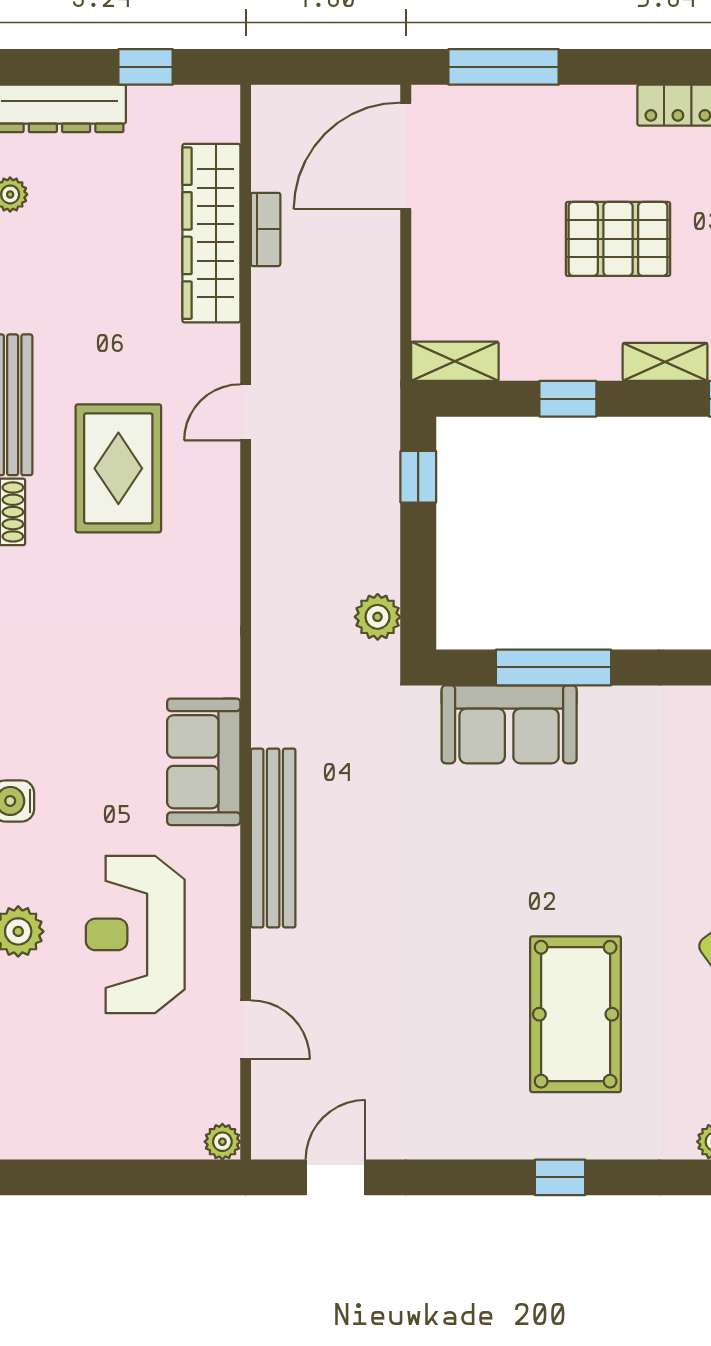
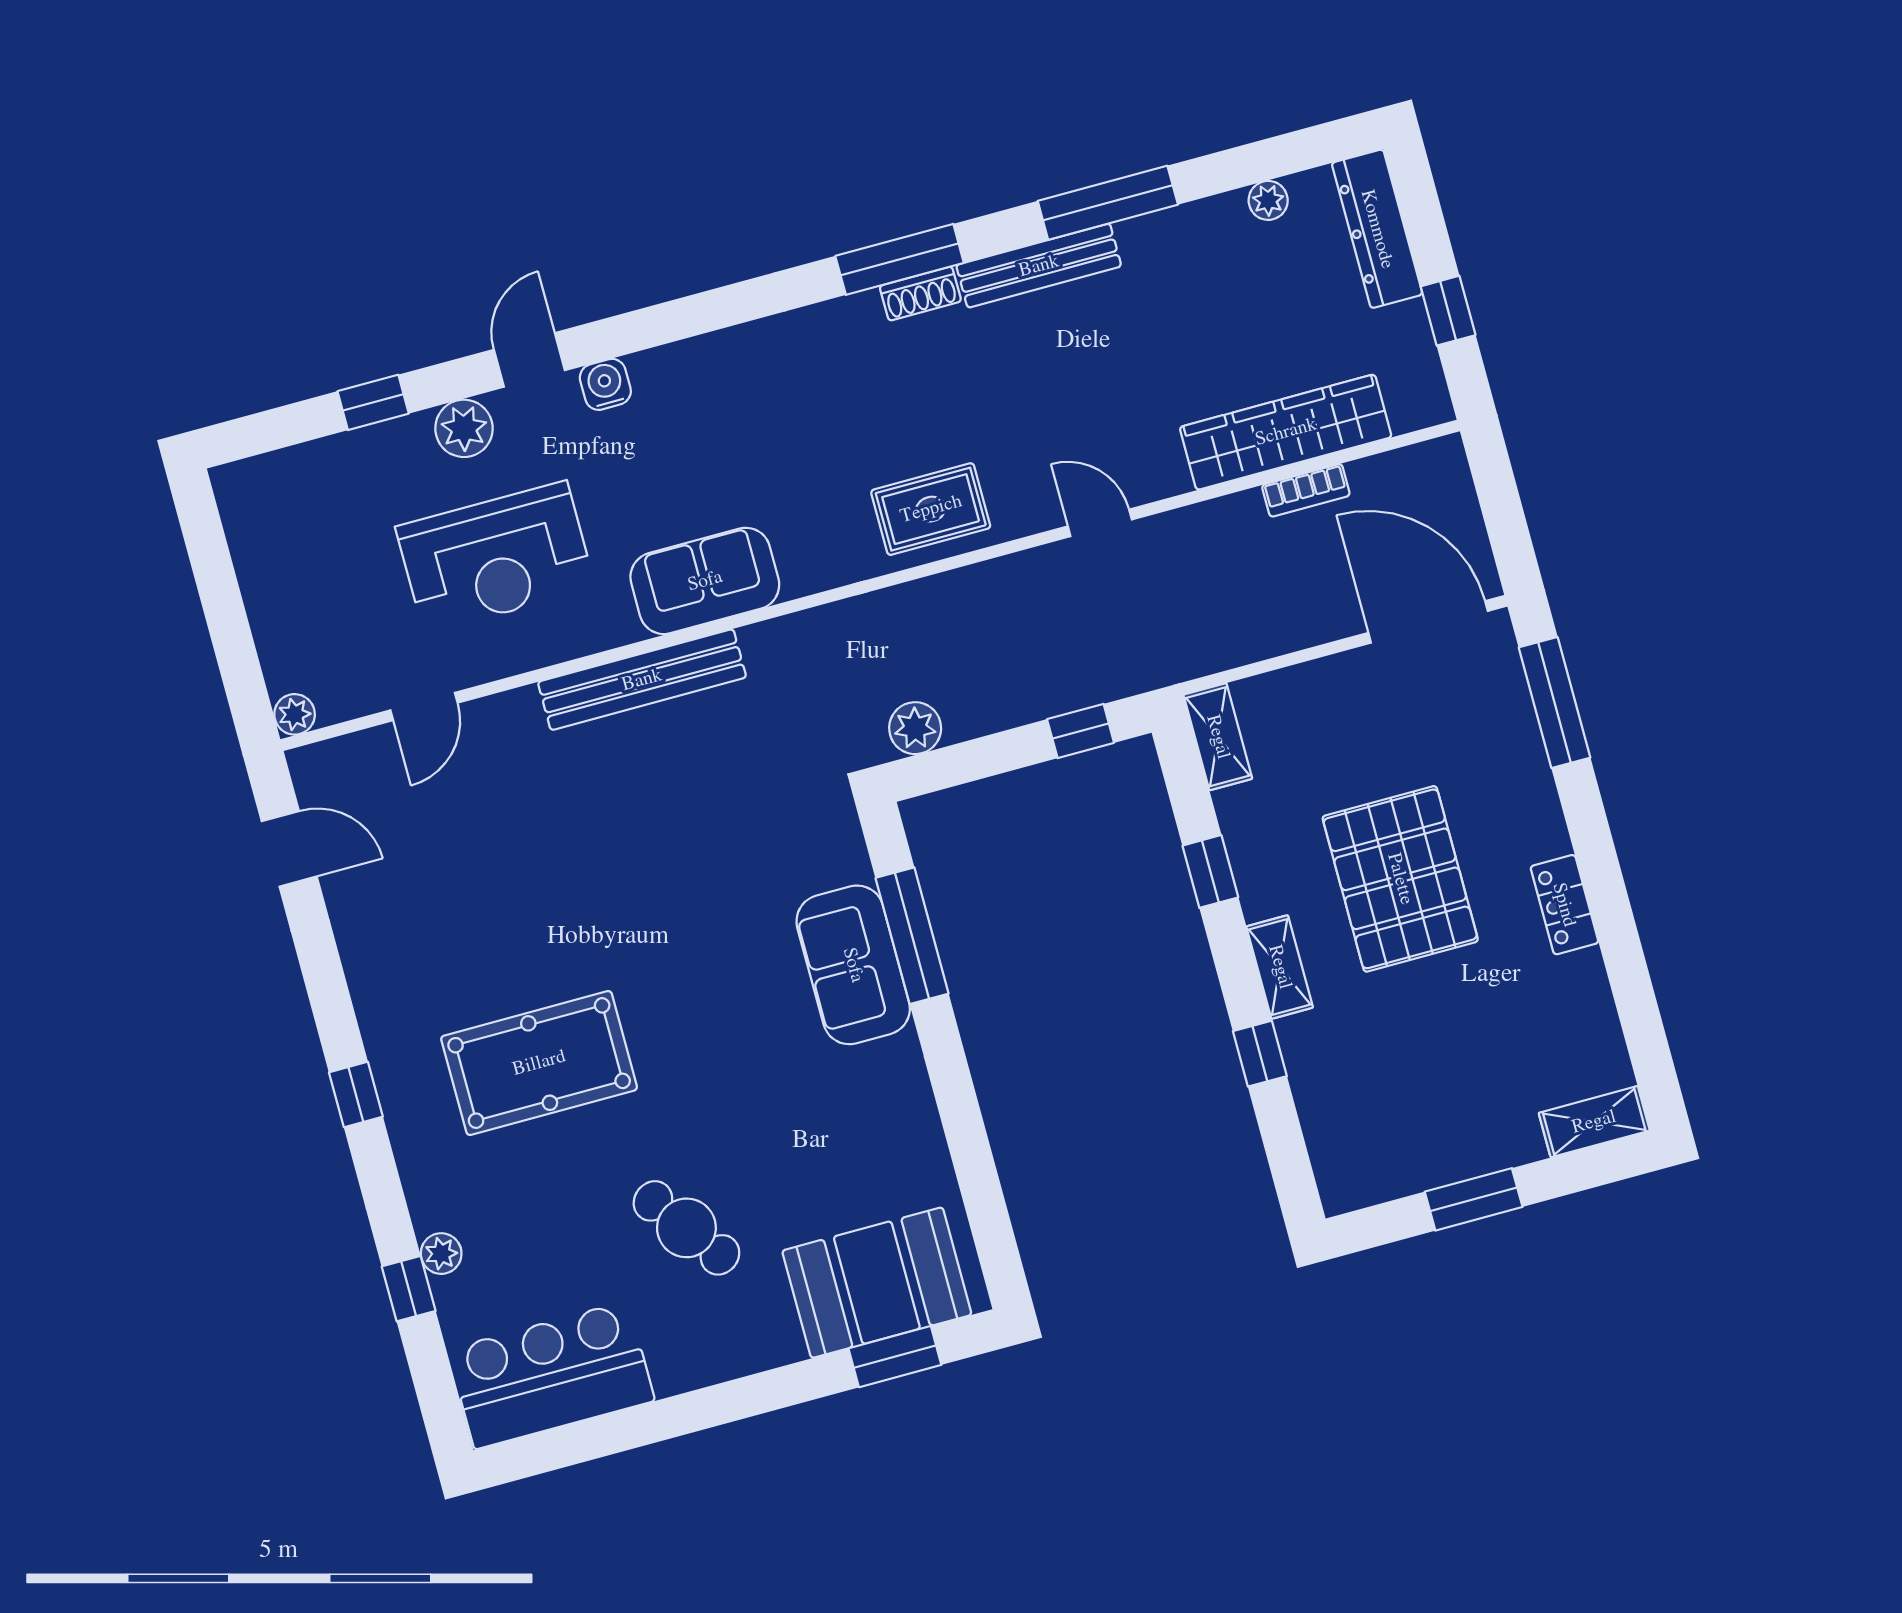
pallet: (618, 239) -> (1400, 879), width x1.37, depth x1.41
rug: (118, 468) -> (931, 509), moved, width x0.73, depth x0.70
sofa: (509, 724) -> (853, 965), moved
reception desk: (135, 934) -> (495, 557), turned 180

